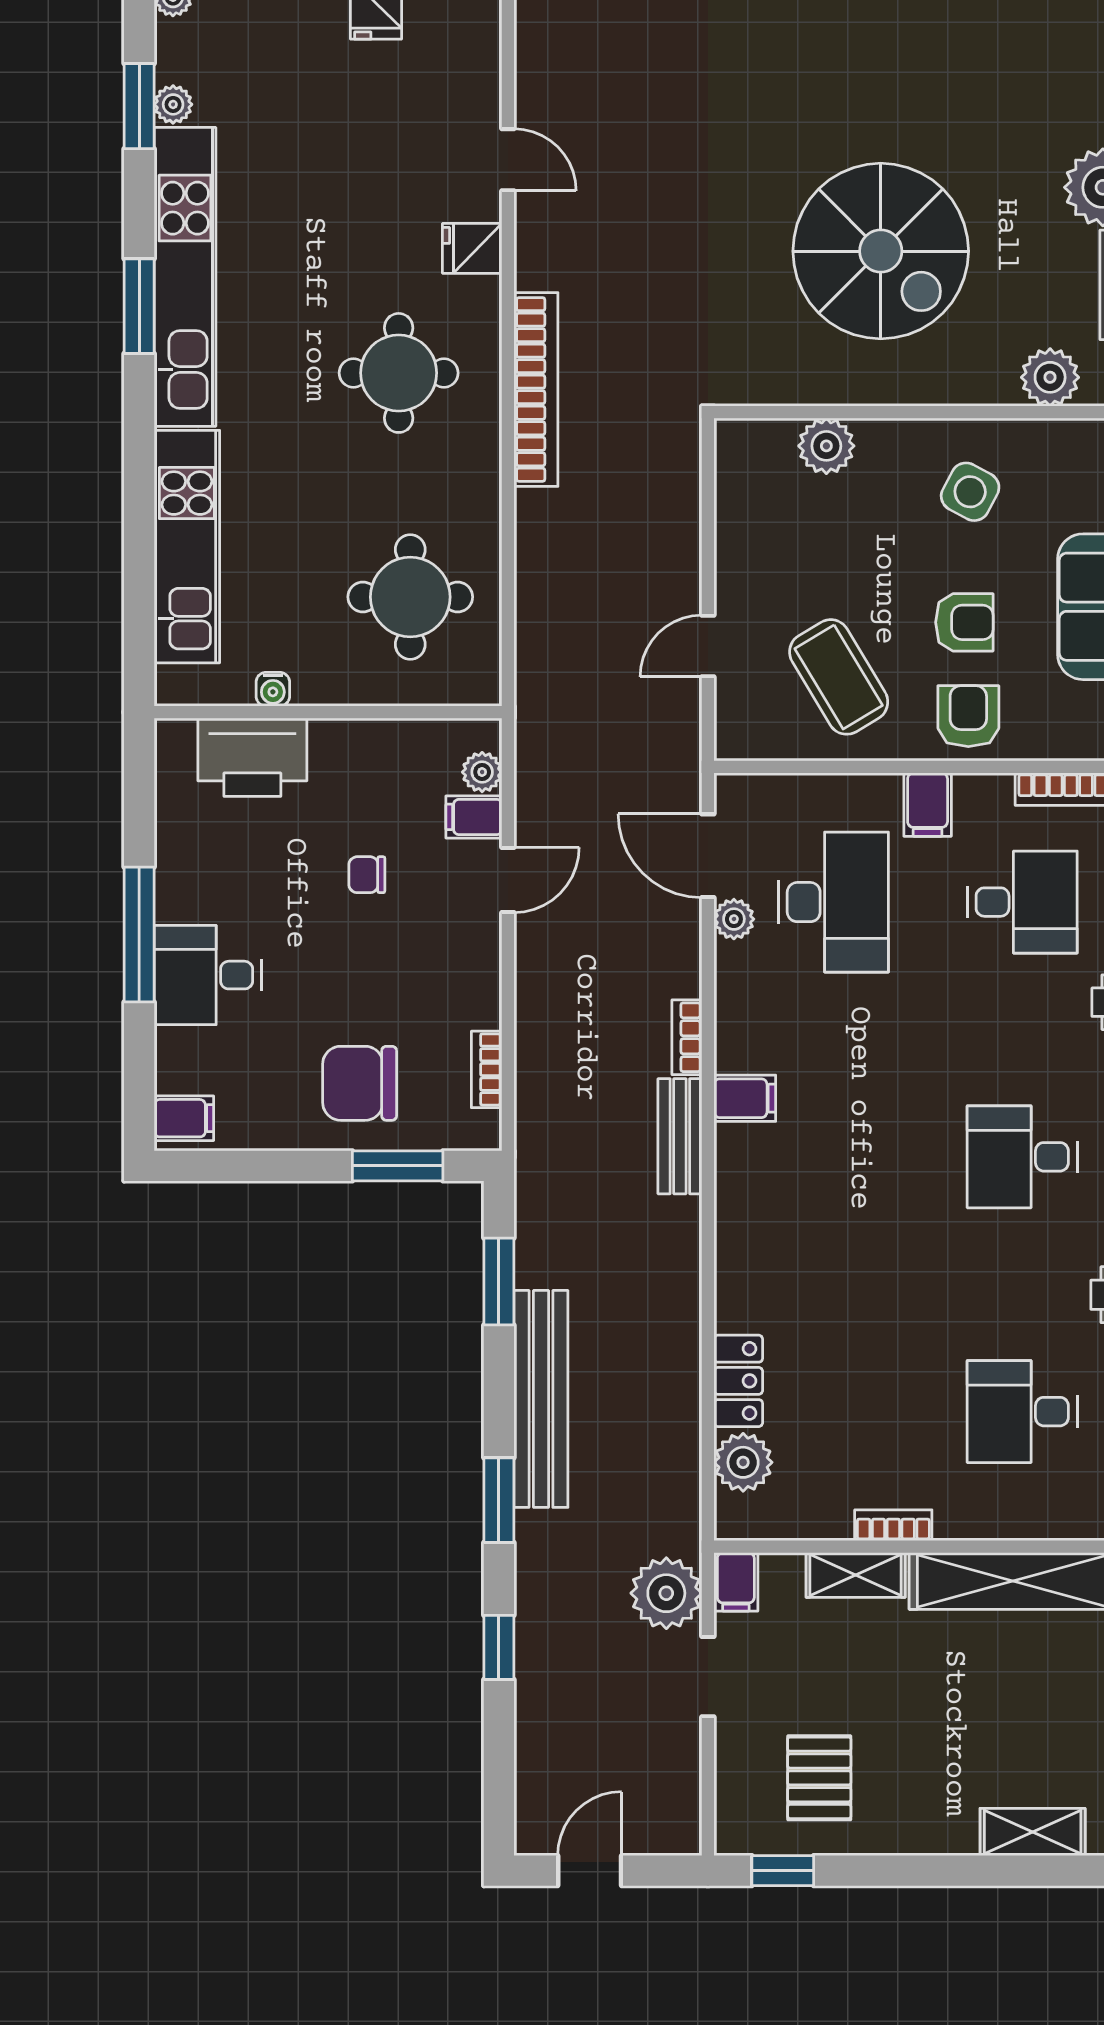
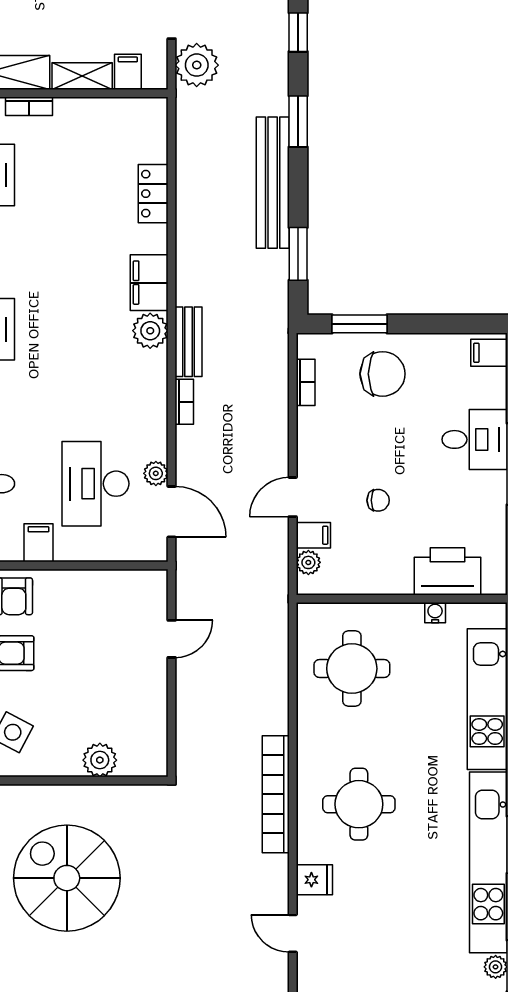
coffee table: (839, 677) -> (92, 620), removed
filing cabinet: (745, 1098) -> (149, 283), moved, width x2.00
plant: (743, 1462) -> (150, 331), moved
bookcase: (893, 1525) -> (29, 106), moved
filing cabinet: (736, 1582) -> (128, 72), moved

